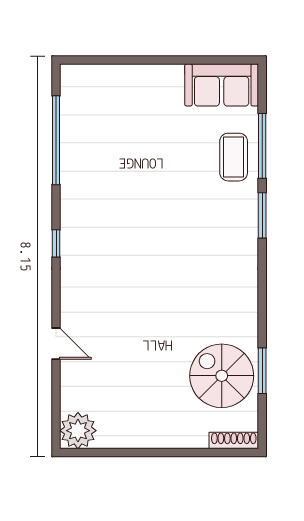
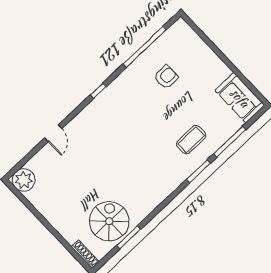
armchair: (115, 149) -> (166, 77), added
coffee table: (234, 157) -> (191, 140), moved

